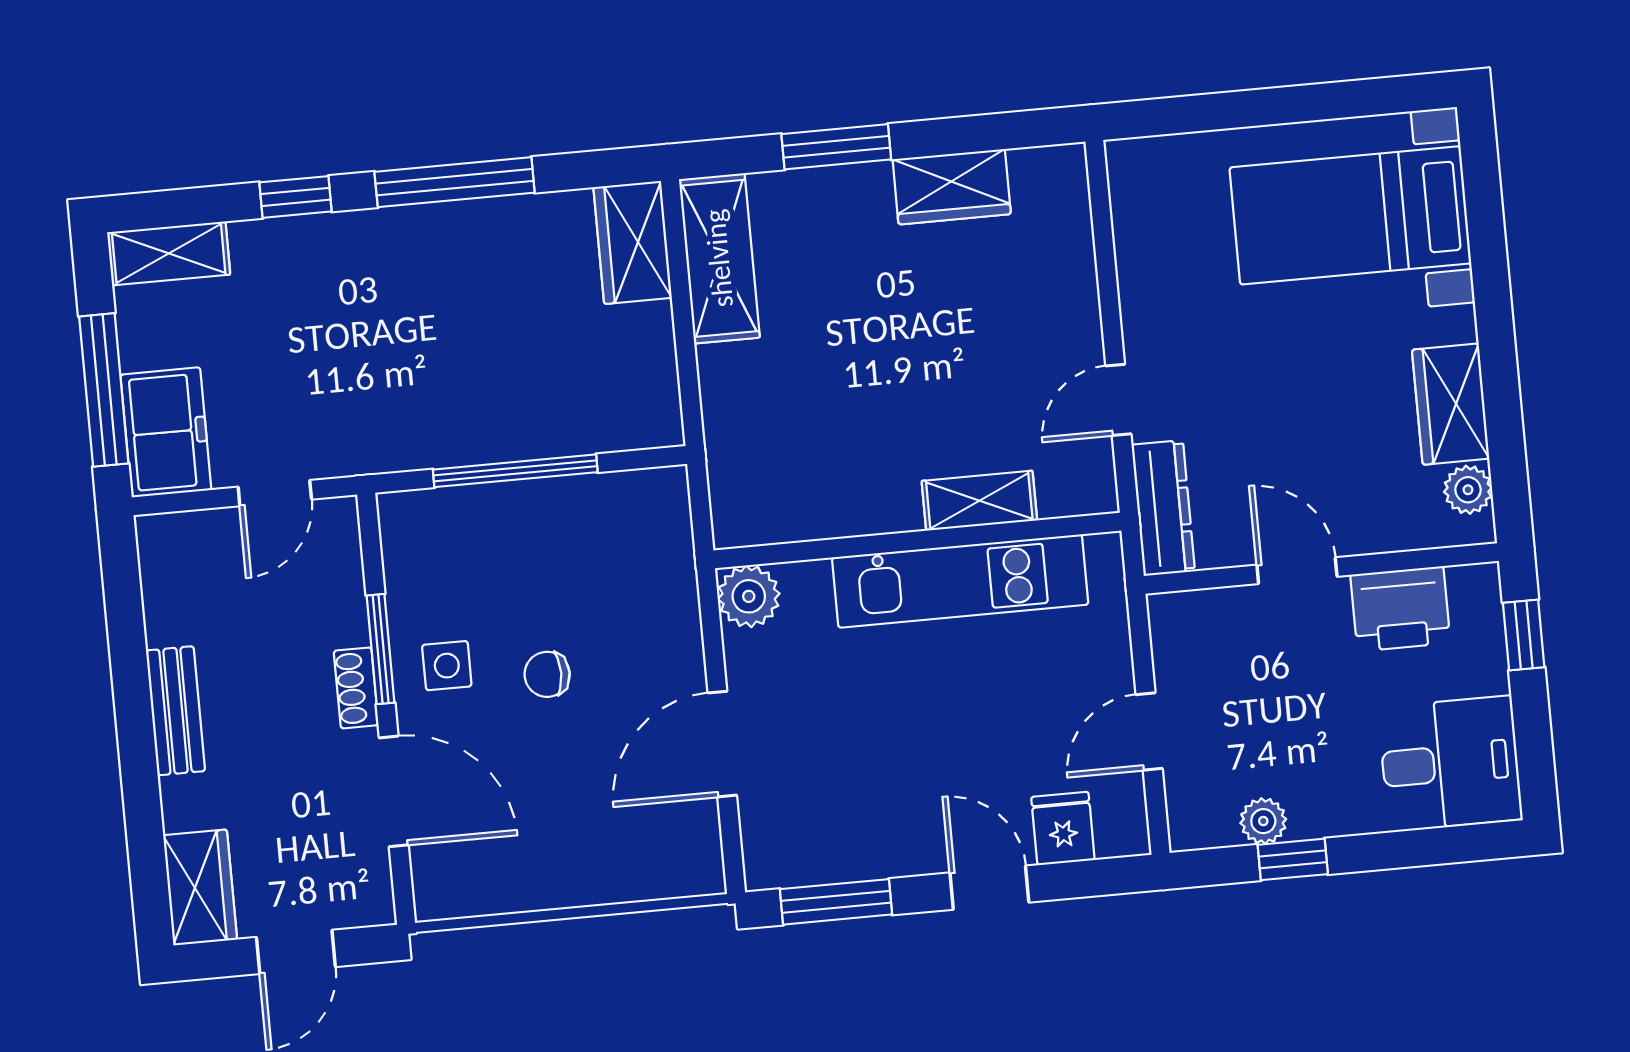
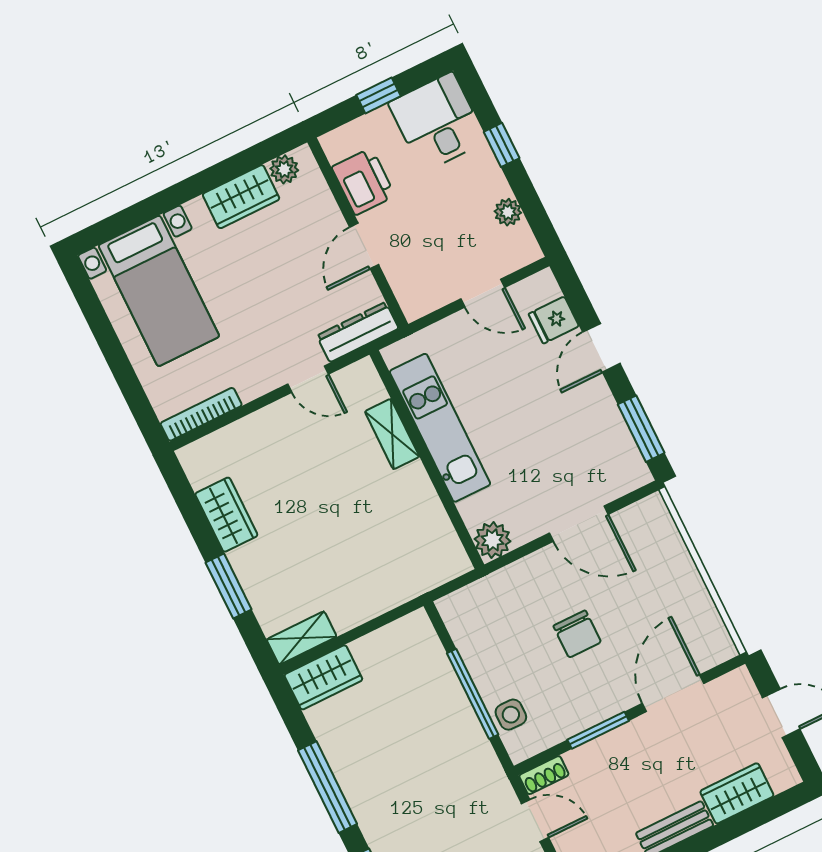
bookcase: (1127, 208) -> (201, 414), added
shelving: (719, 258) -> (302, 638), width x0.67, depth x0.75
window: (1524, 635) -> (379, 96), moved
side table: (447, 666) -> (511, 715), moved
chair: (547, 674) -> (577, 634), width x1.37, depth x1.37
shoe rack: (356, 688) -> (544, 775), moved
window: (1293, 859) -> (502, 145), moved
wardrobe: (200, 887) -> (737, 793), moved

